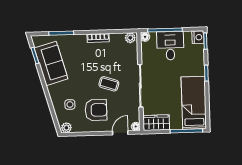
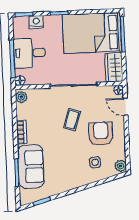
nightstand: (198, 37) -> (36, 22), moved
sofa: (51, 63) -> (31, 167), moved, turned 106
bed: (194, 103) -> (92, 33), width x1.50

